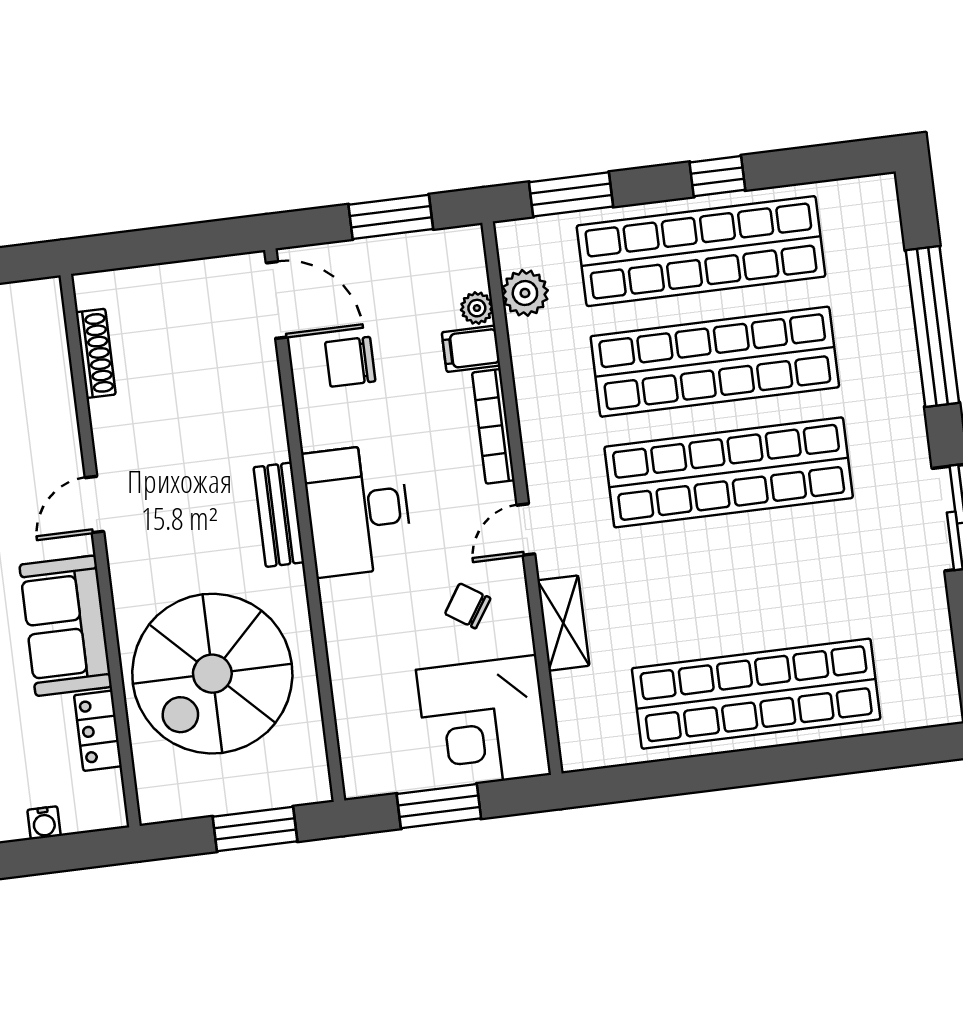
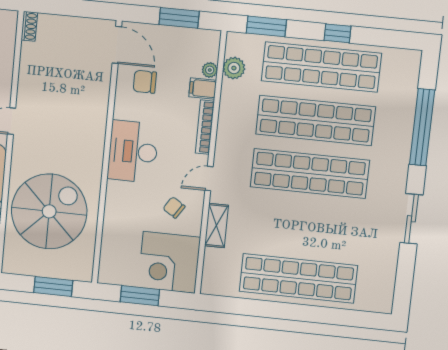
shoe rack: (96, 353) -> (29, 26), moved, width x0.70
bench: (279, 515) -> (96, 145), removed
spiral stairs: (212, 674) -> (49, 211), turned 180

